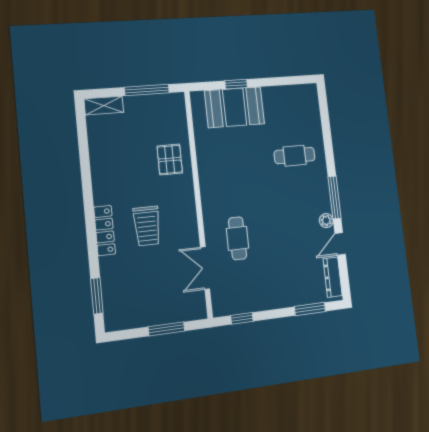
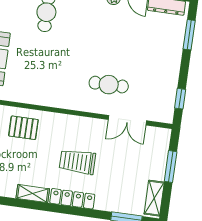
shelving: (100, 186) -> (33, 194), added
trolley: (147, 226) -> (77, 162), turned 180
shelving: (127, 321) -> (154, 198), added

